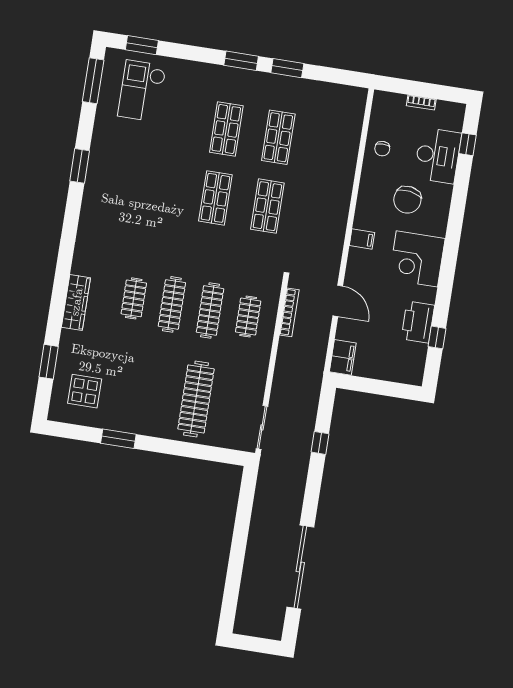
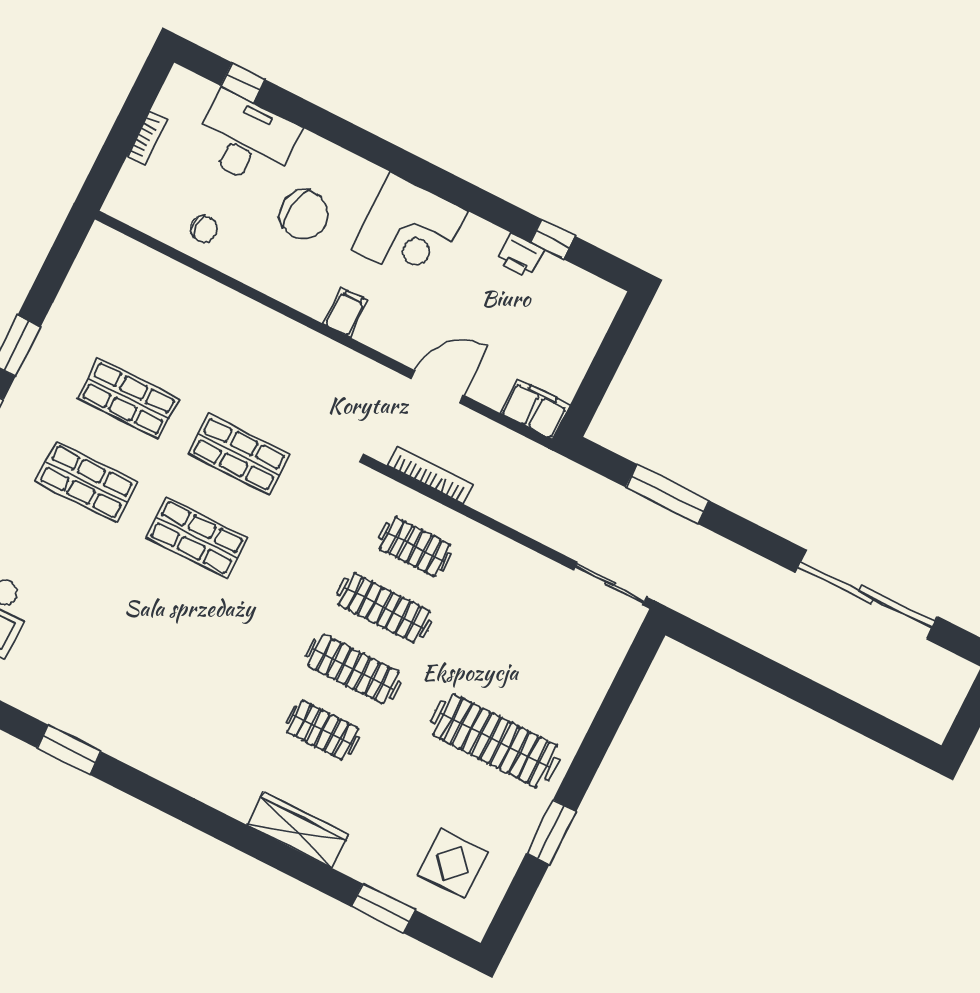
printer: (418, 322) -> (520, 256), width x0.53, depth x0.68
clothes rail: (196, 399) -> (495, 741), moved
window: (320, 443) -> (667, 494), width x2.17

